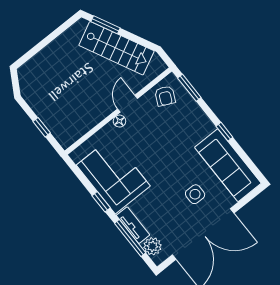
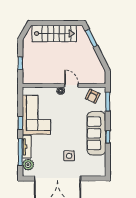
stairs: (116, 48) -> (54, 34), moved, turned -63
door: (128, 104) -> (71, 85), hinge flipped
sofa: (228, 165) -> (96, 133), moved

